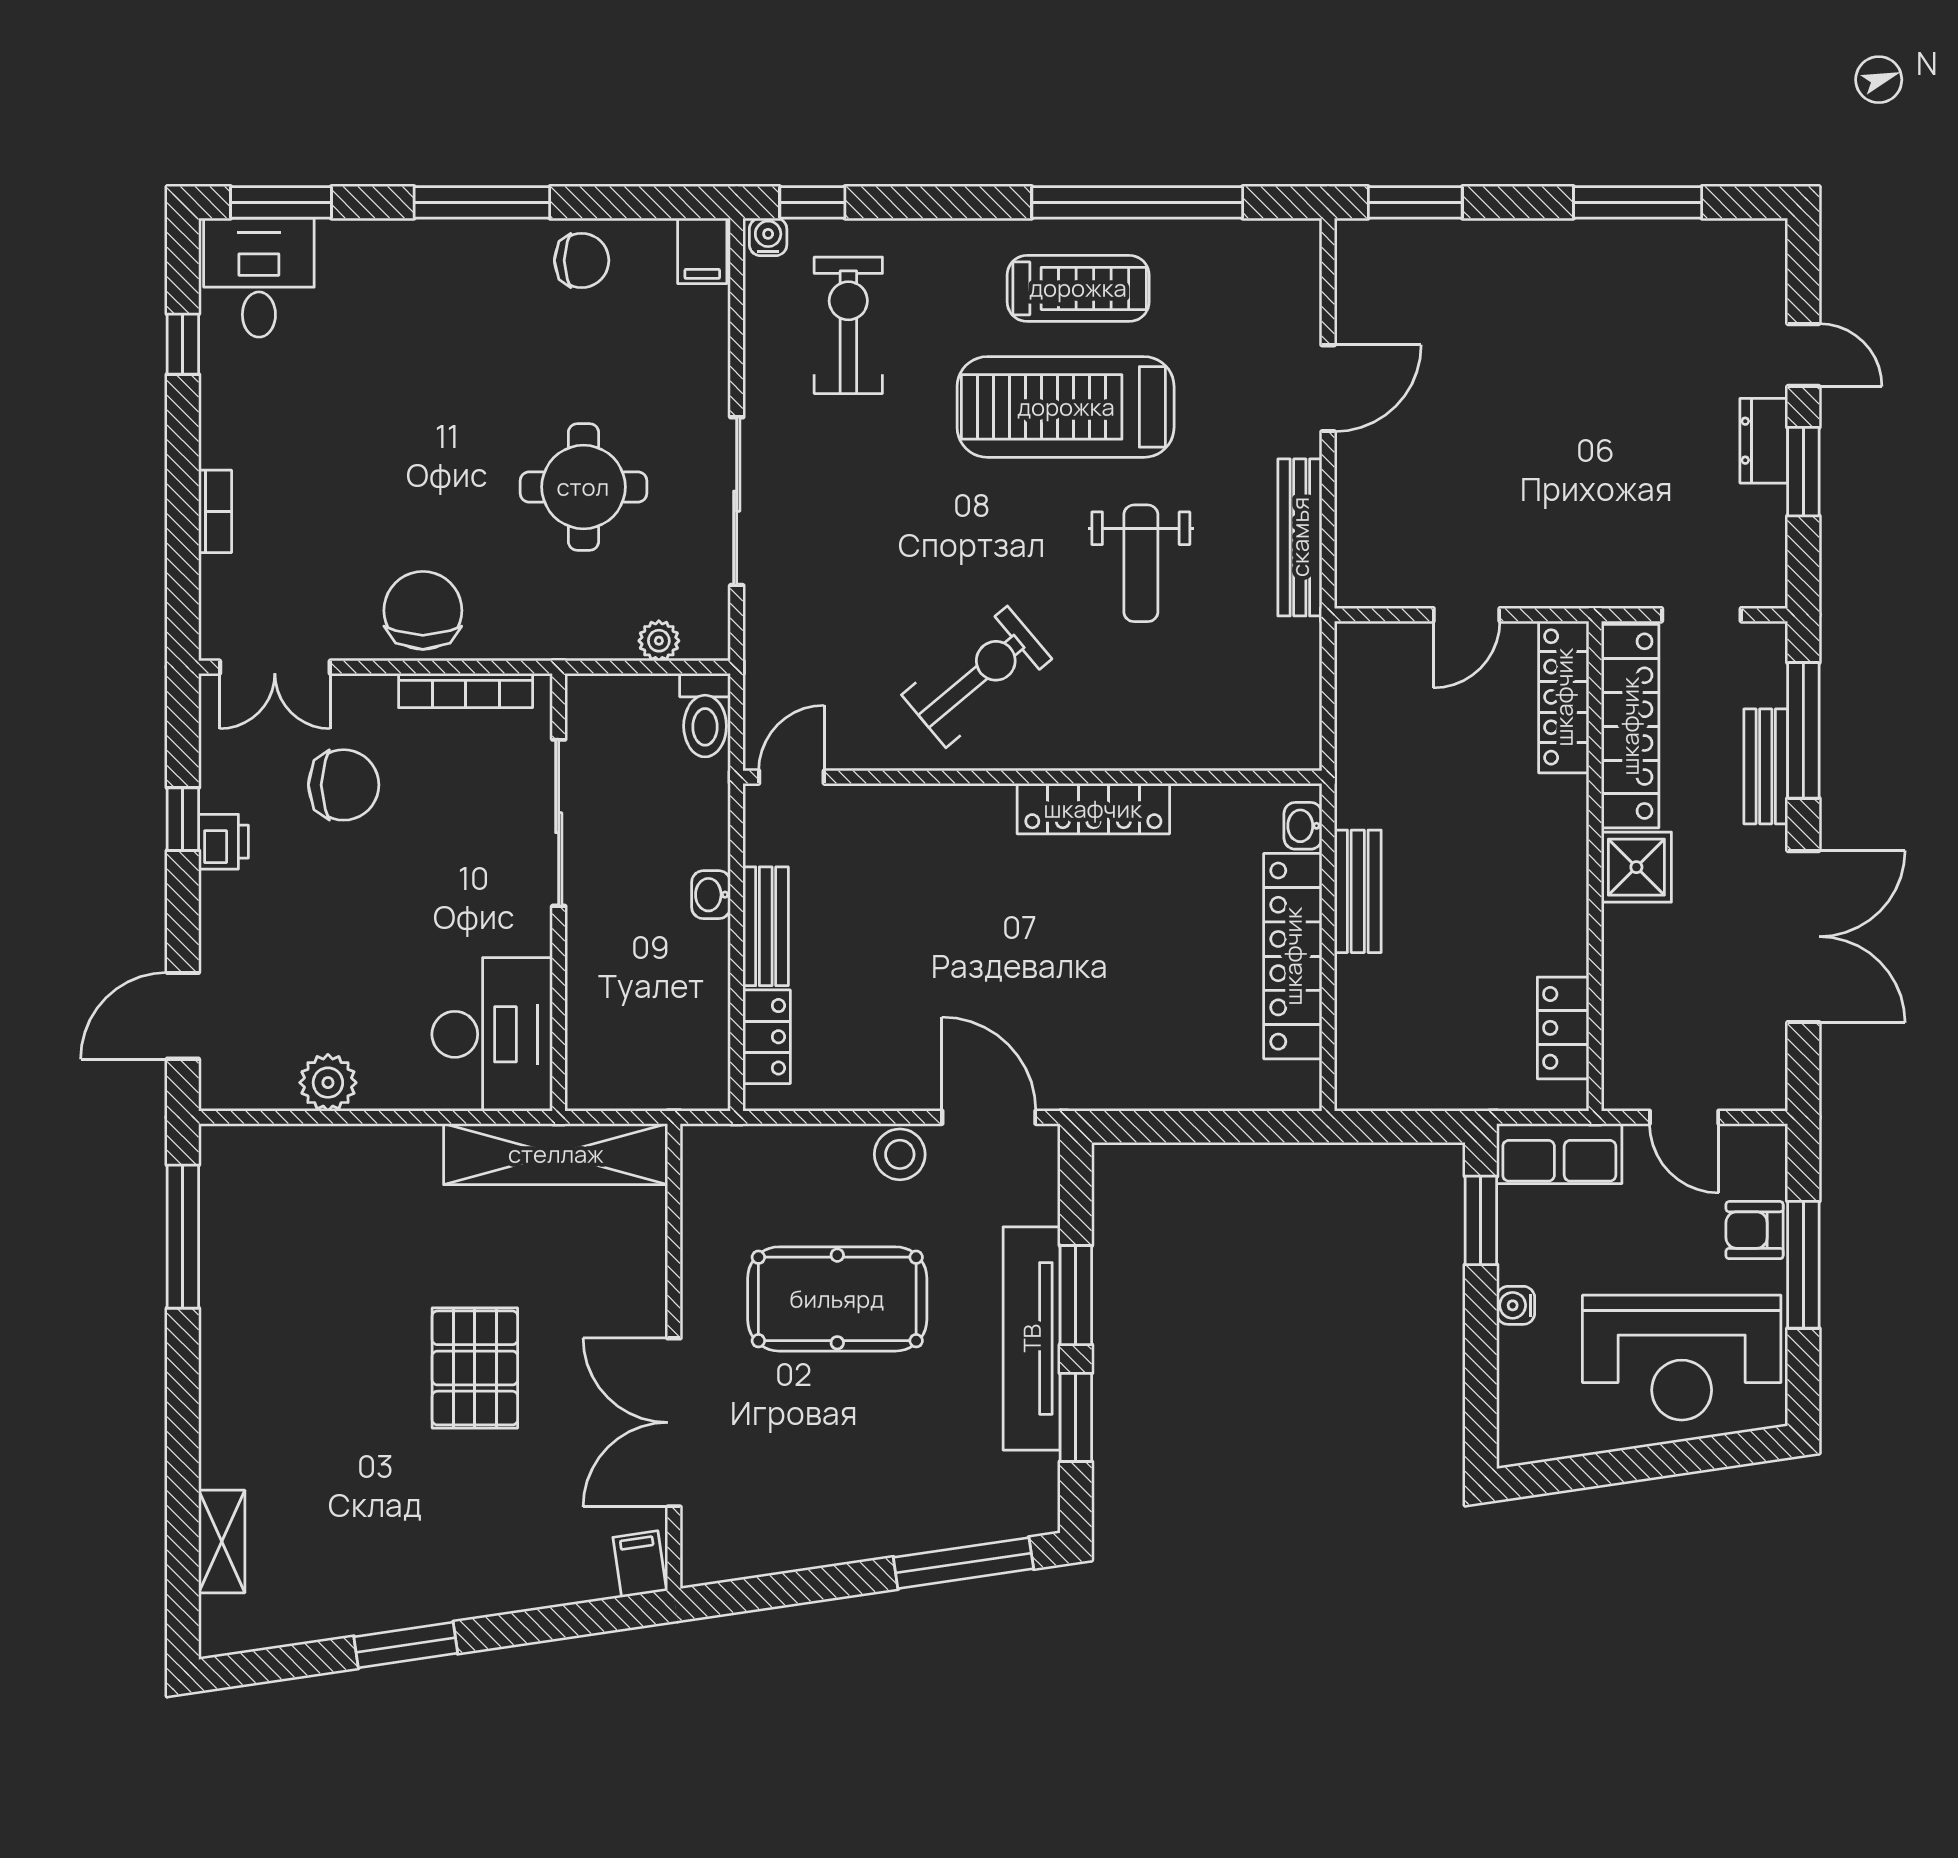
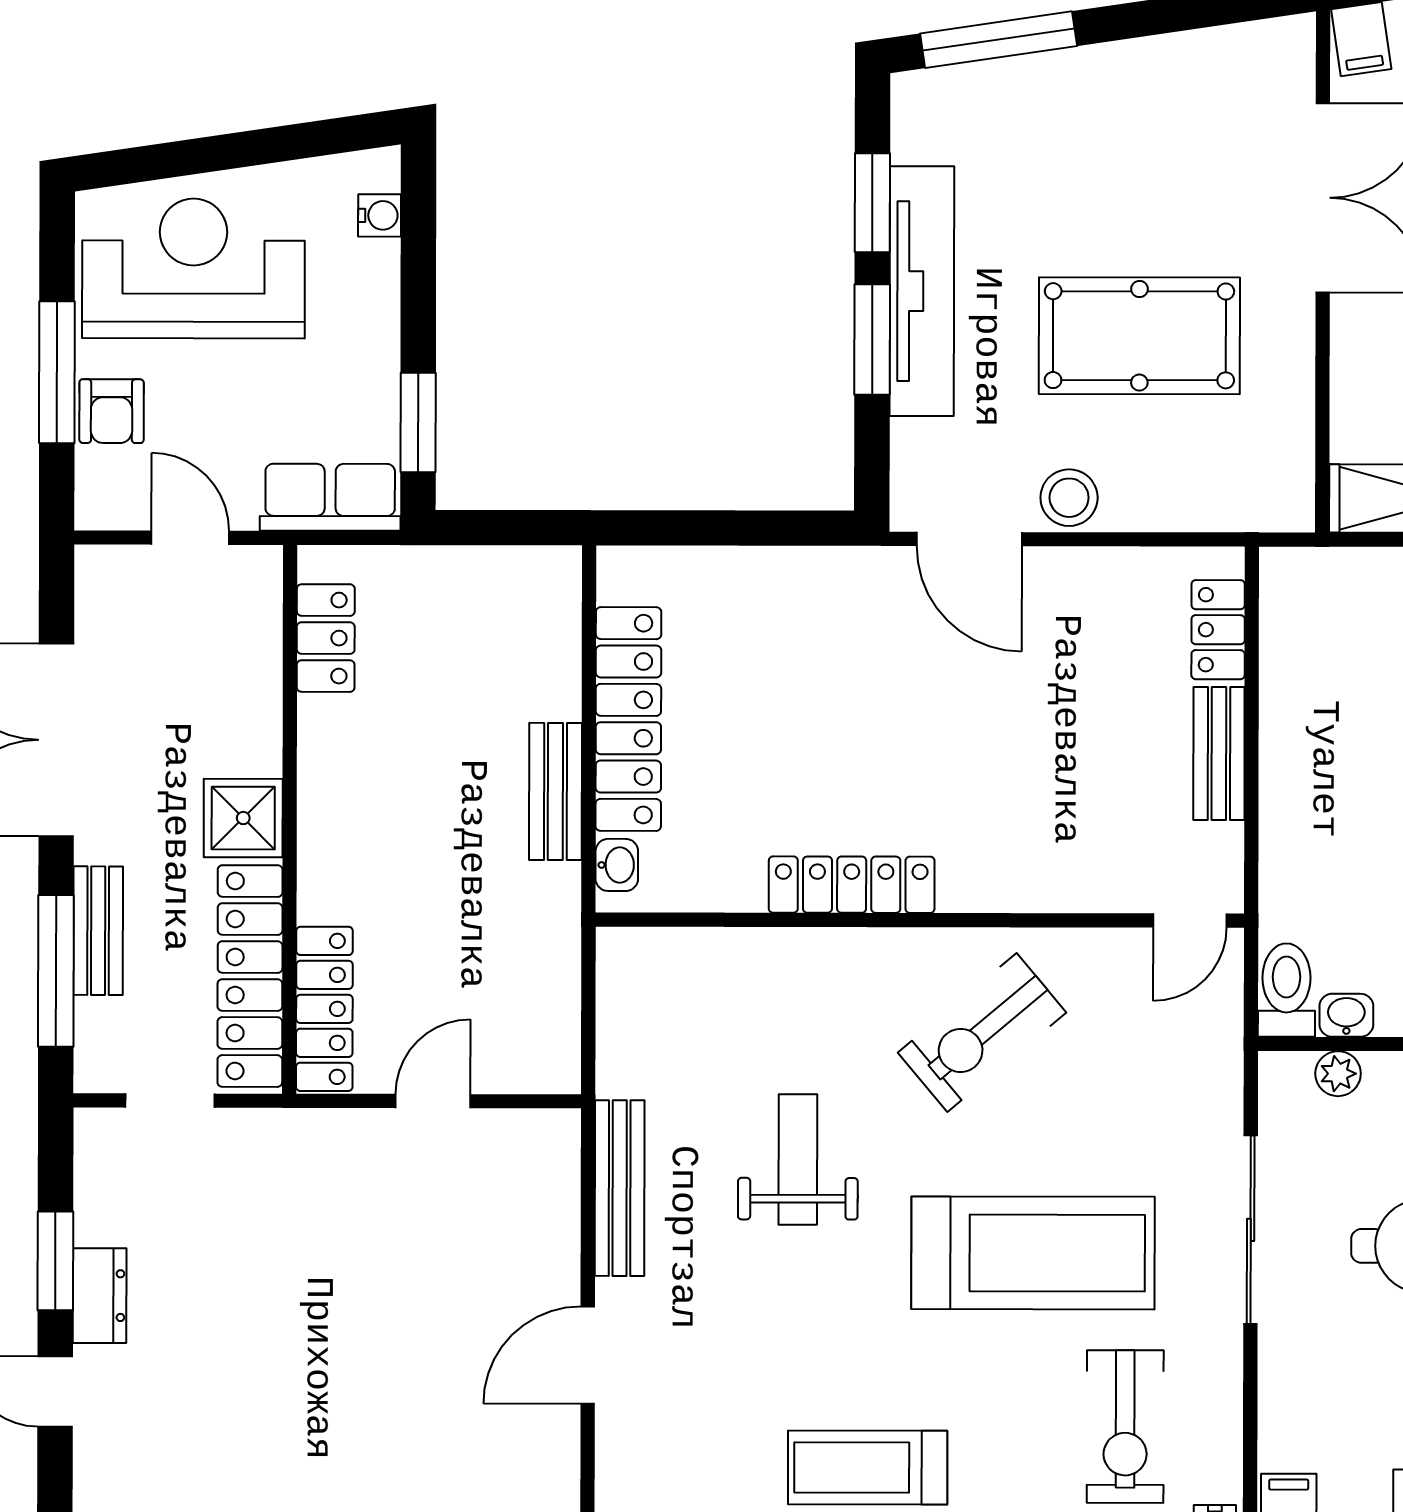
treadmill: (1066, 407) -> (1033, 1253), moved
washbasin: (711, 895) -> (1346, 1015), moved, turned -90
armchair: (1755, 1230) -> (112, 411), turned 90
water cooler: (1516, 1305) -> (380, 215), moved

